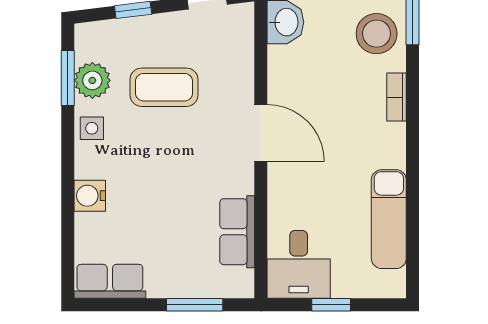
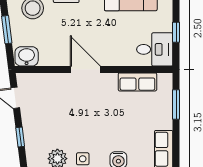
coffee table: (164, 87) -> (61, 121), removed
door: (261, 133) -> (85, 69), hinge flipped

